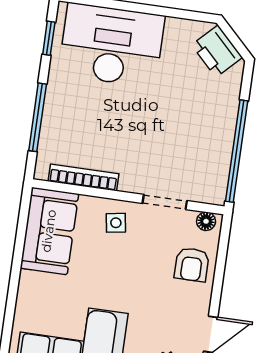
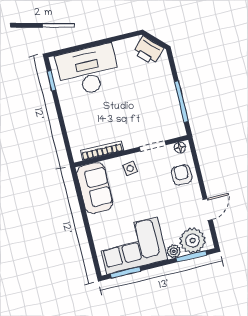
window: (38, 117) -> (63, 127), removed
window: (237, 151) -> (181, 102), width x0.68
armchair: (192, 265) -> (182, 175), turned 180

